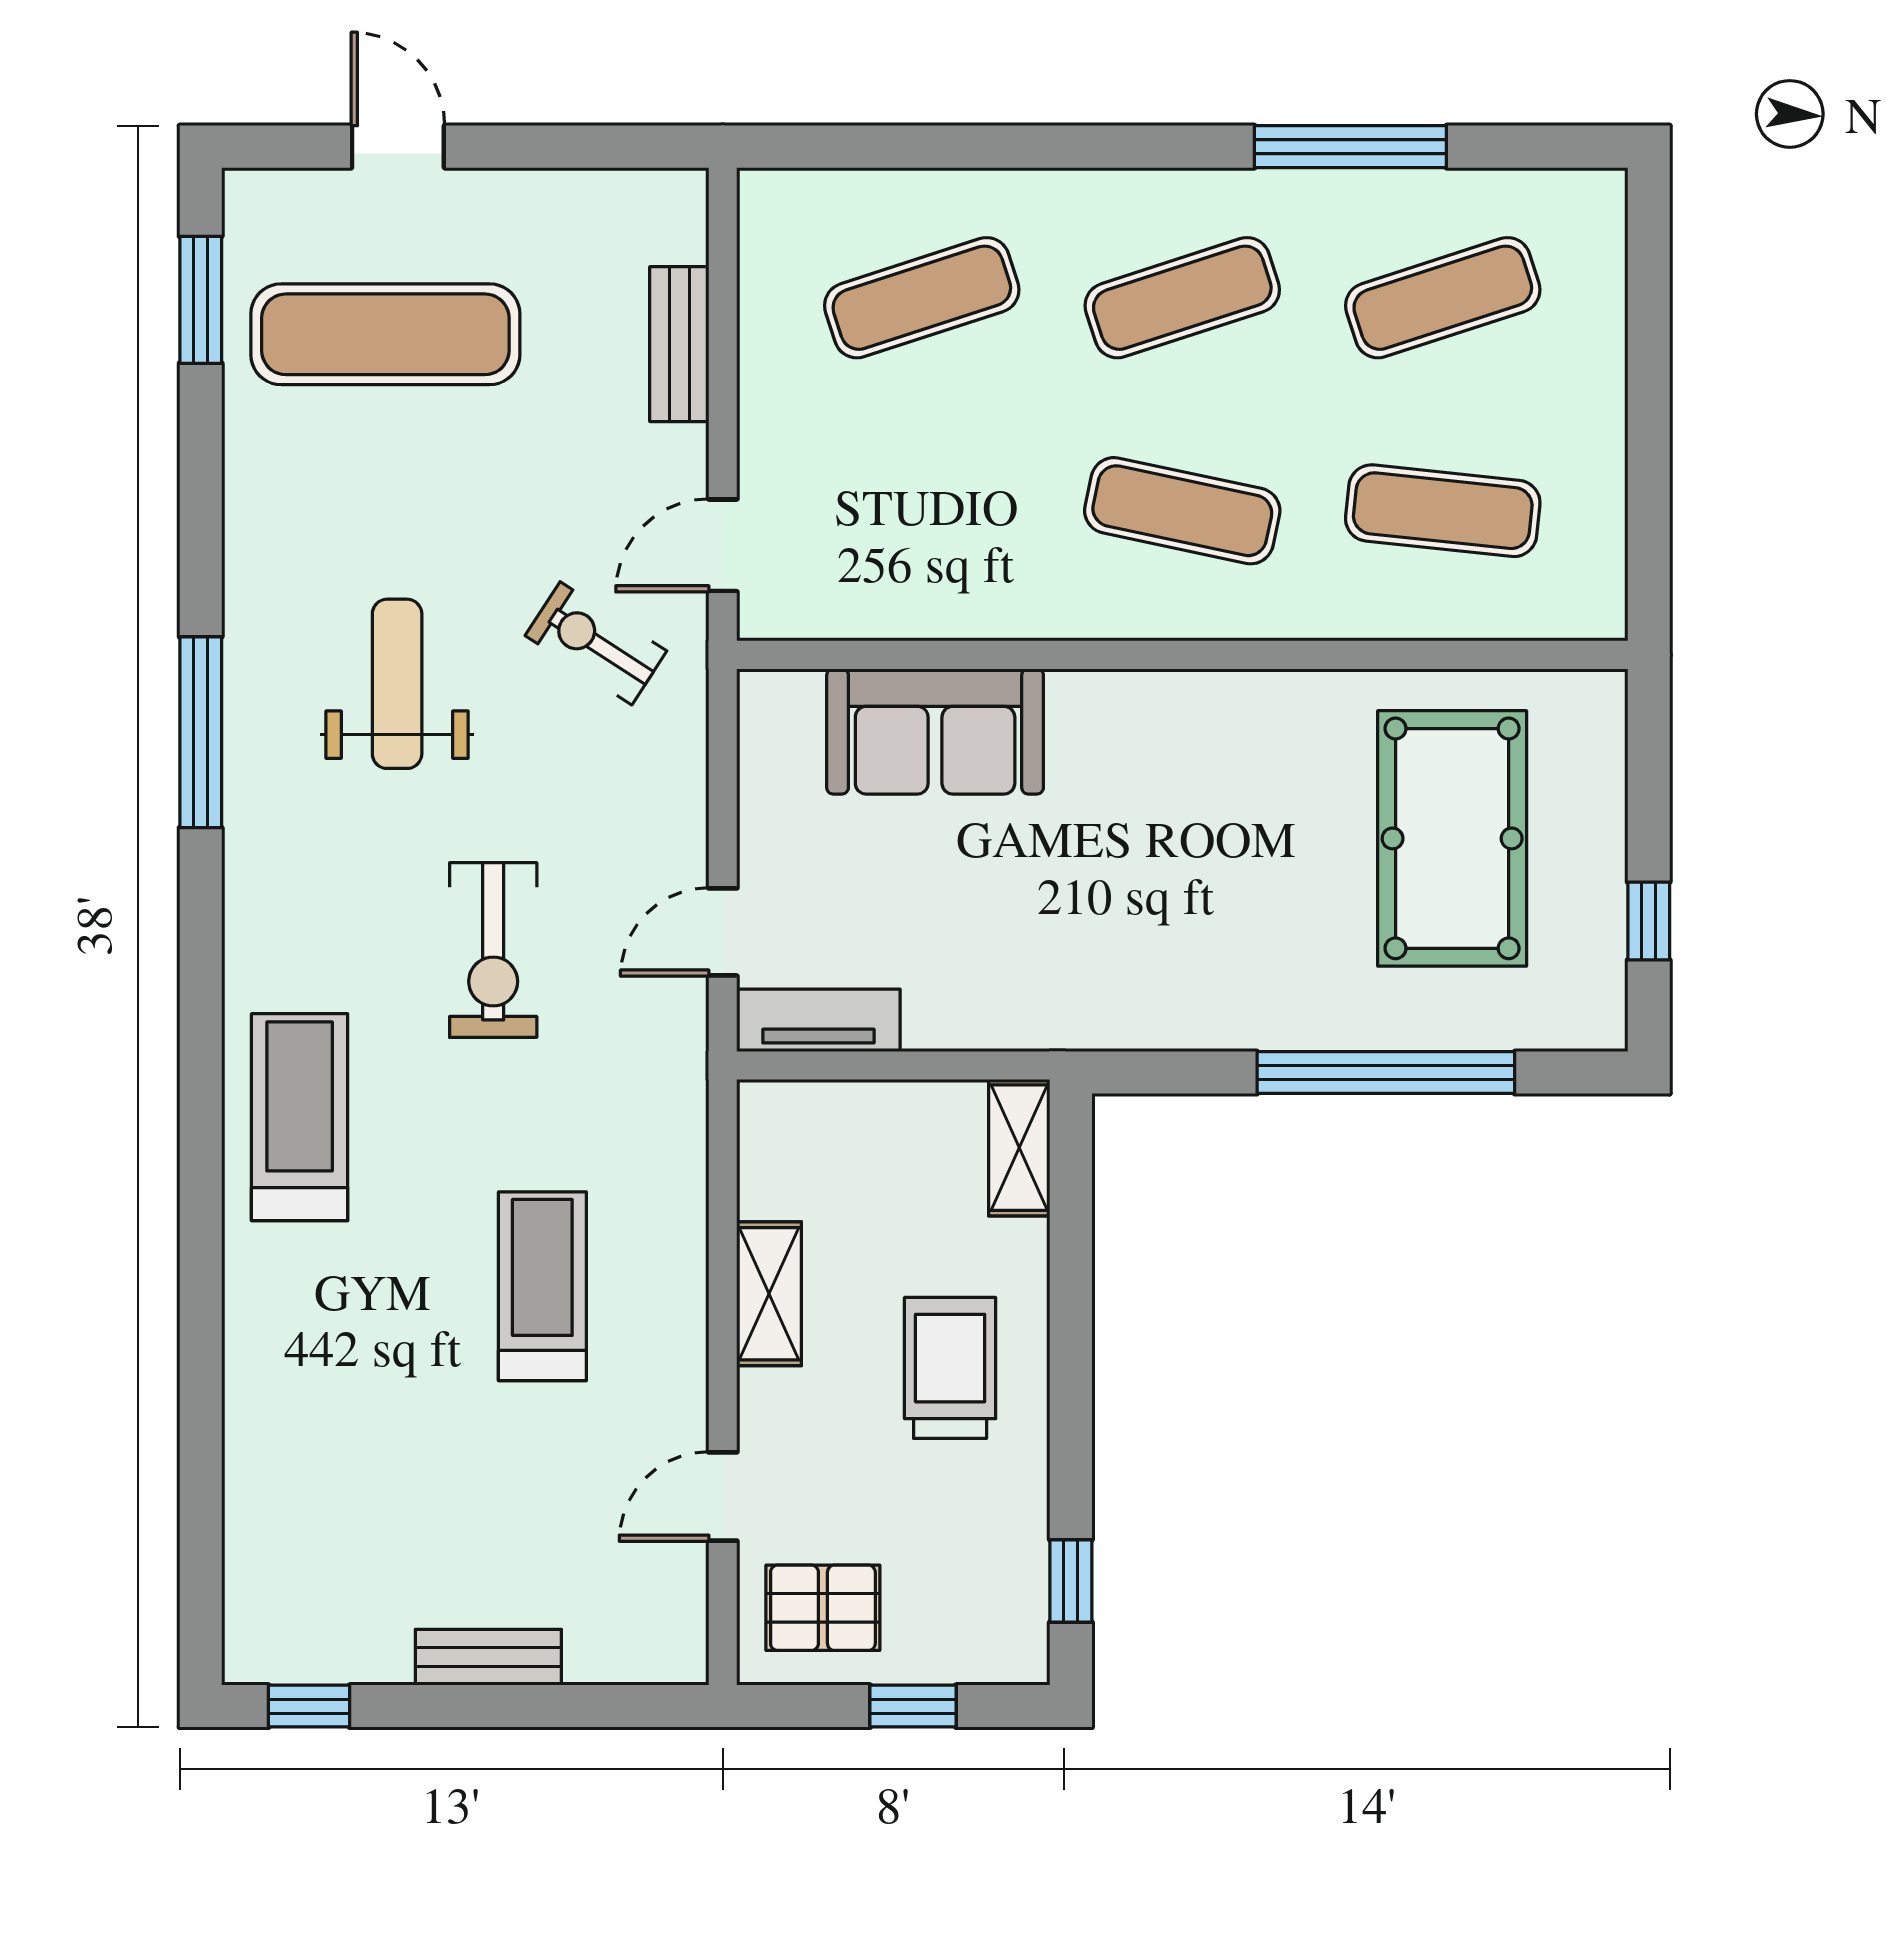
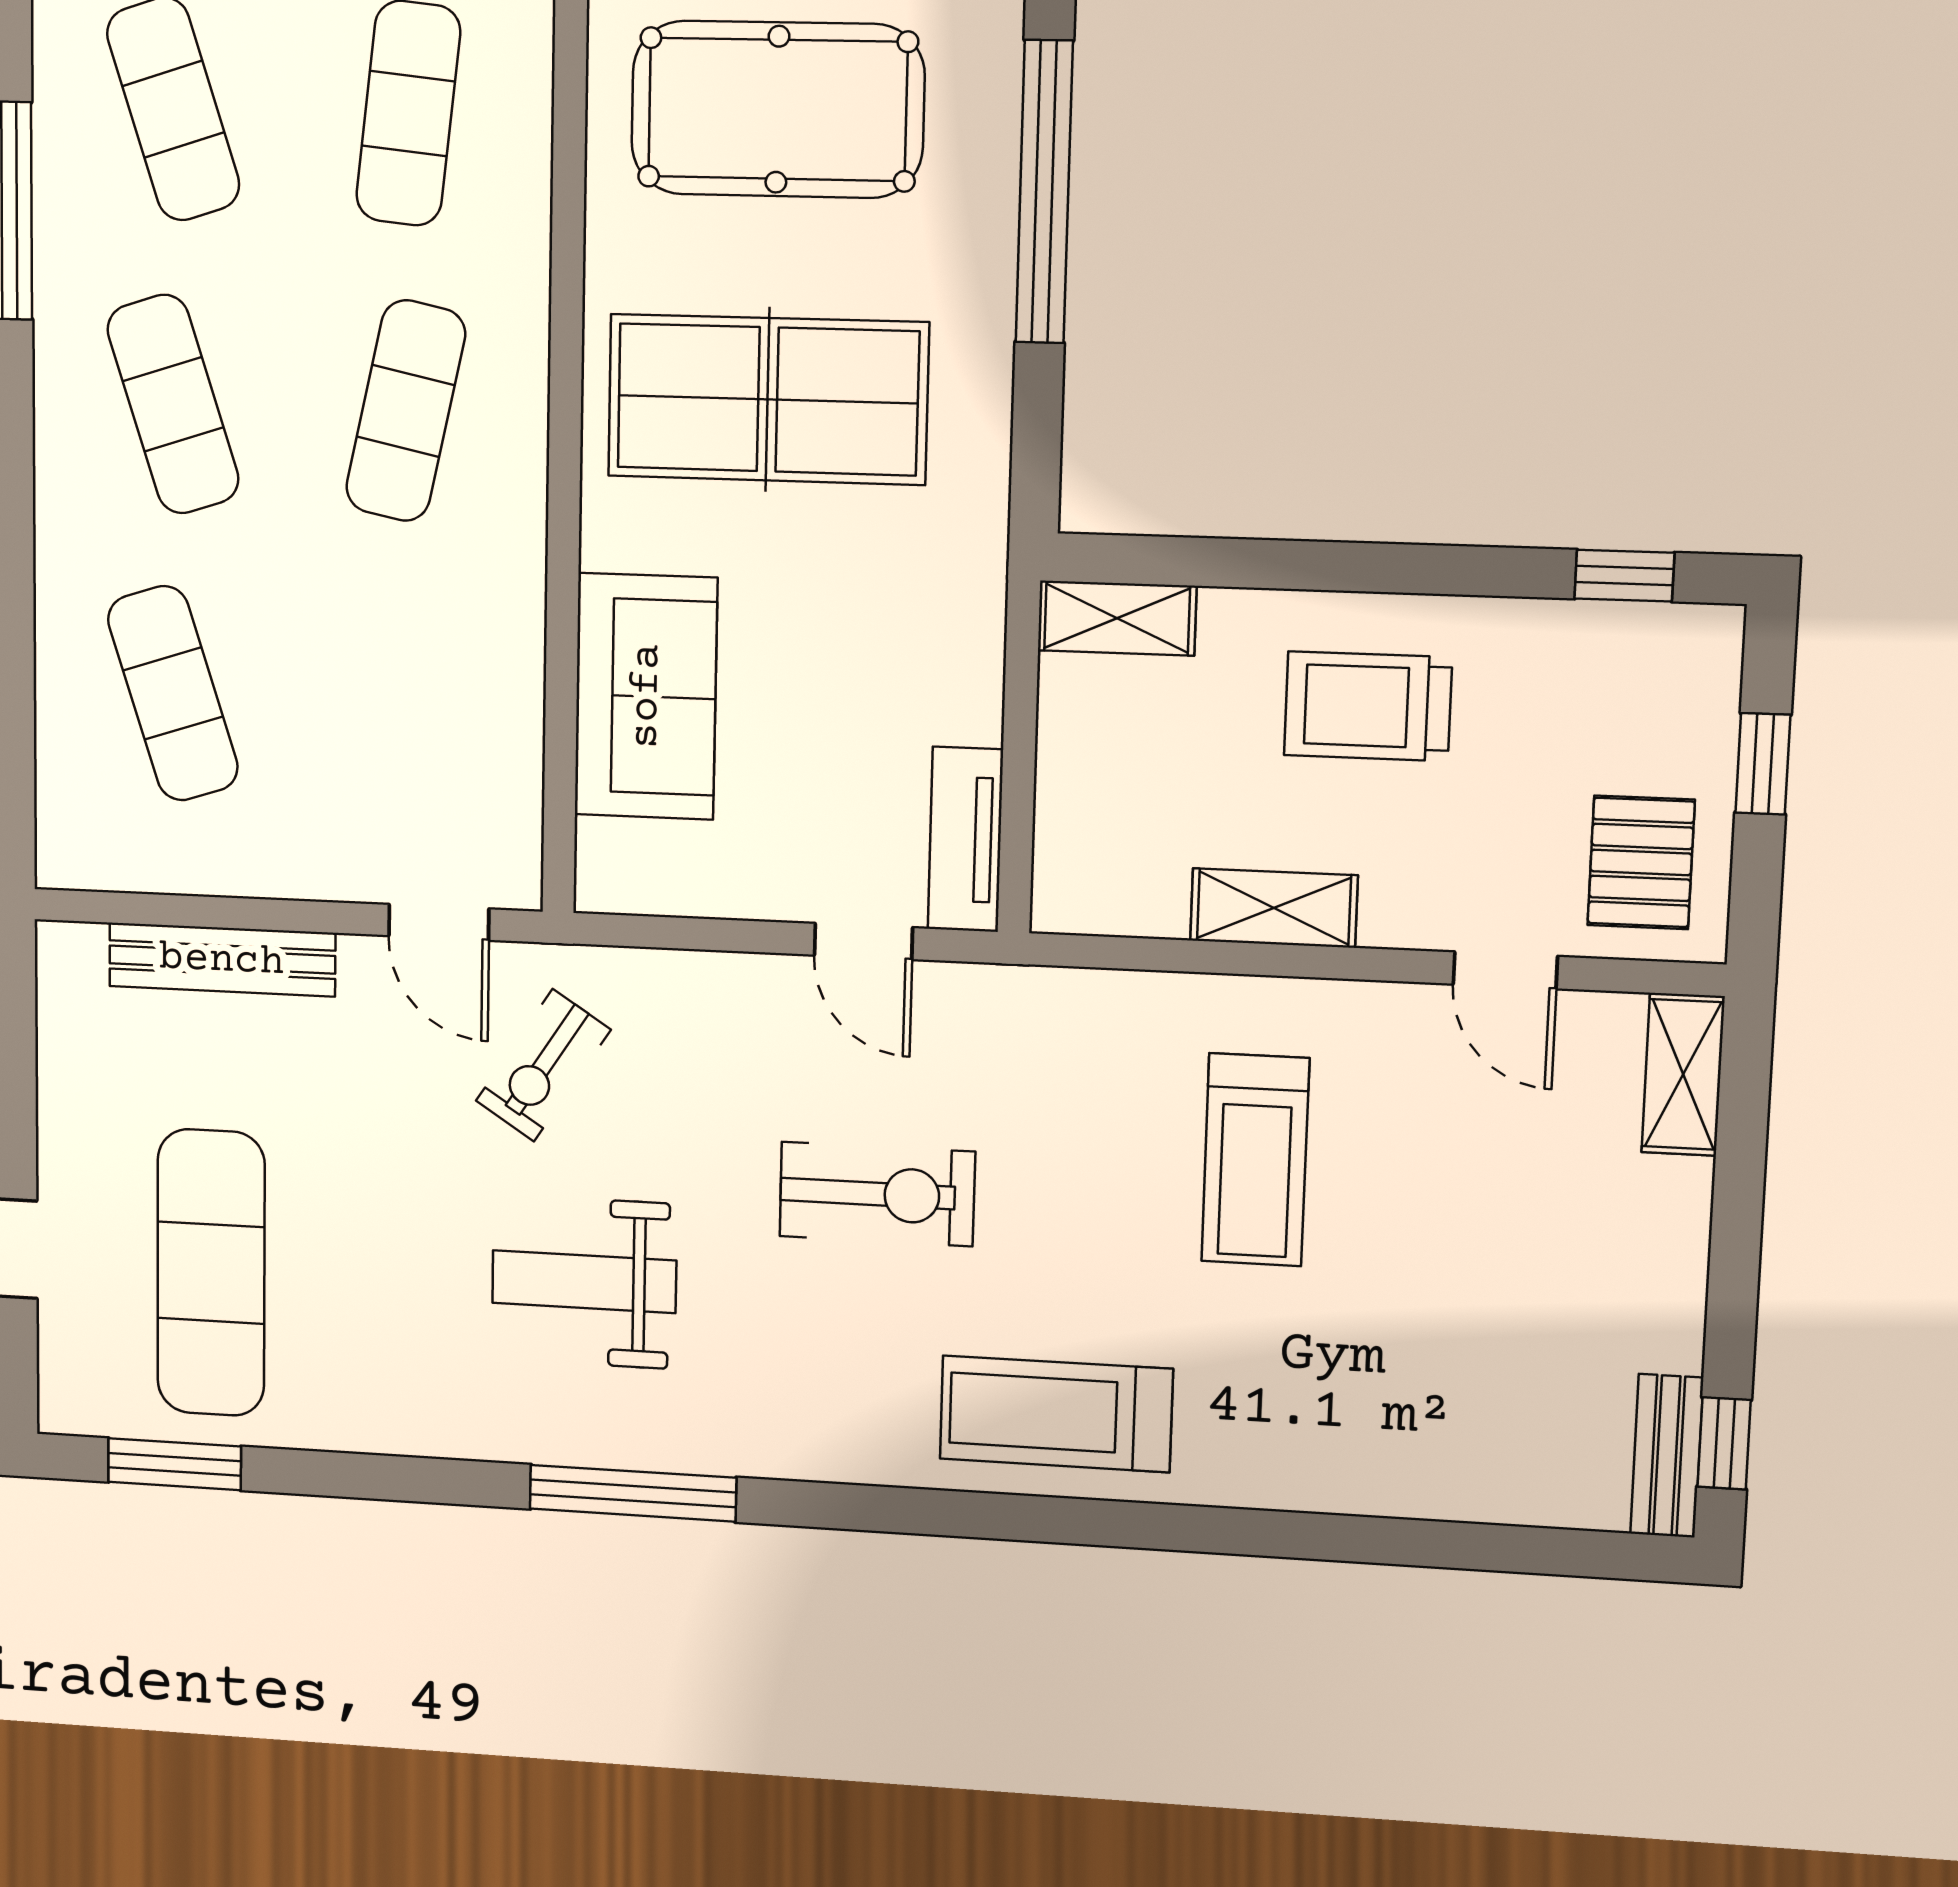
bench: (679, 344) -> (222, 960), width x1.36
table tennis table: (1201, 835) -> (768, 399), added
treadmill: (542, 1286) -> (1255, 1160), turned -90
shelving: (638, 1653) -> (1683, 1074), added
bench: (488, 1657) -> (1667, 1456), moved

